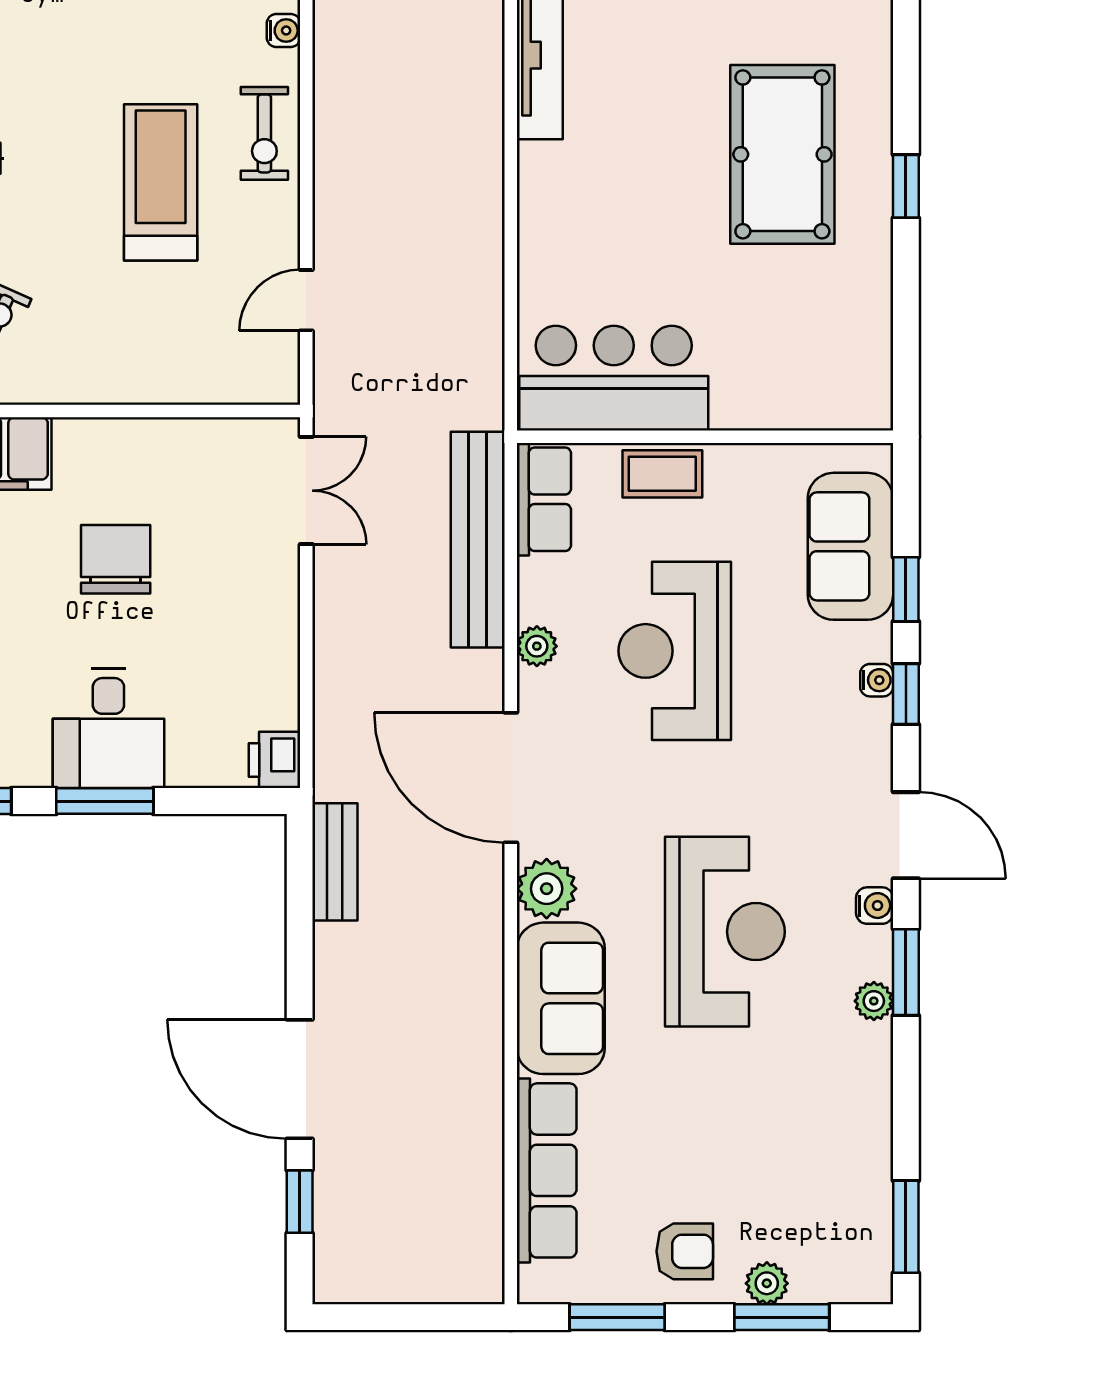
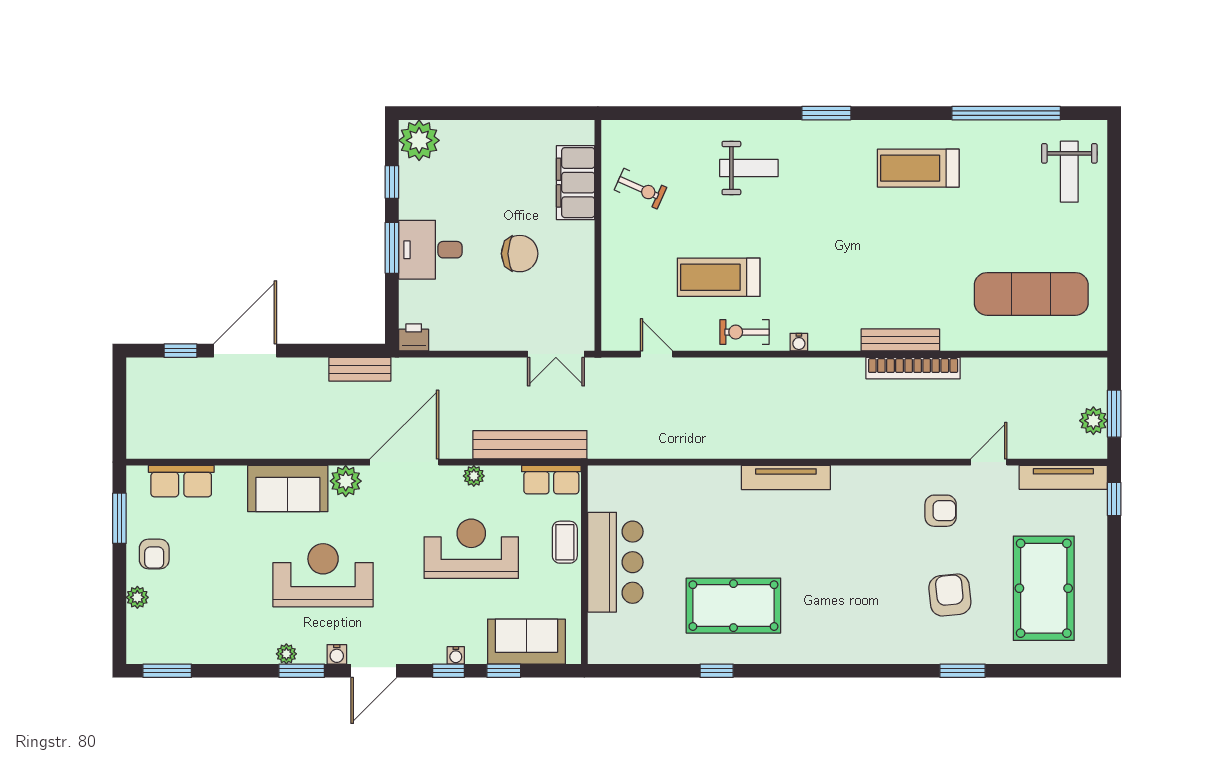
treadmill: (161, 182) -> (719, 277), turned 180
bar counter: (614, 378) -> (615, 562), moved
reception desk: (725, 932) -> (323, 575), turned 180
row of seats: (547, 1170) -> (181, 481), width x0.68
window: (782, 1317) -> (119, 605), removed

